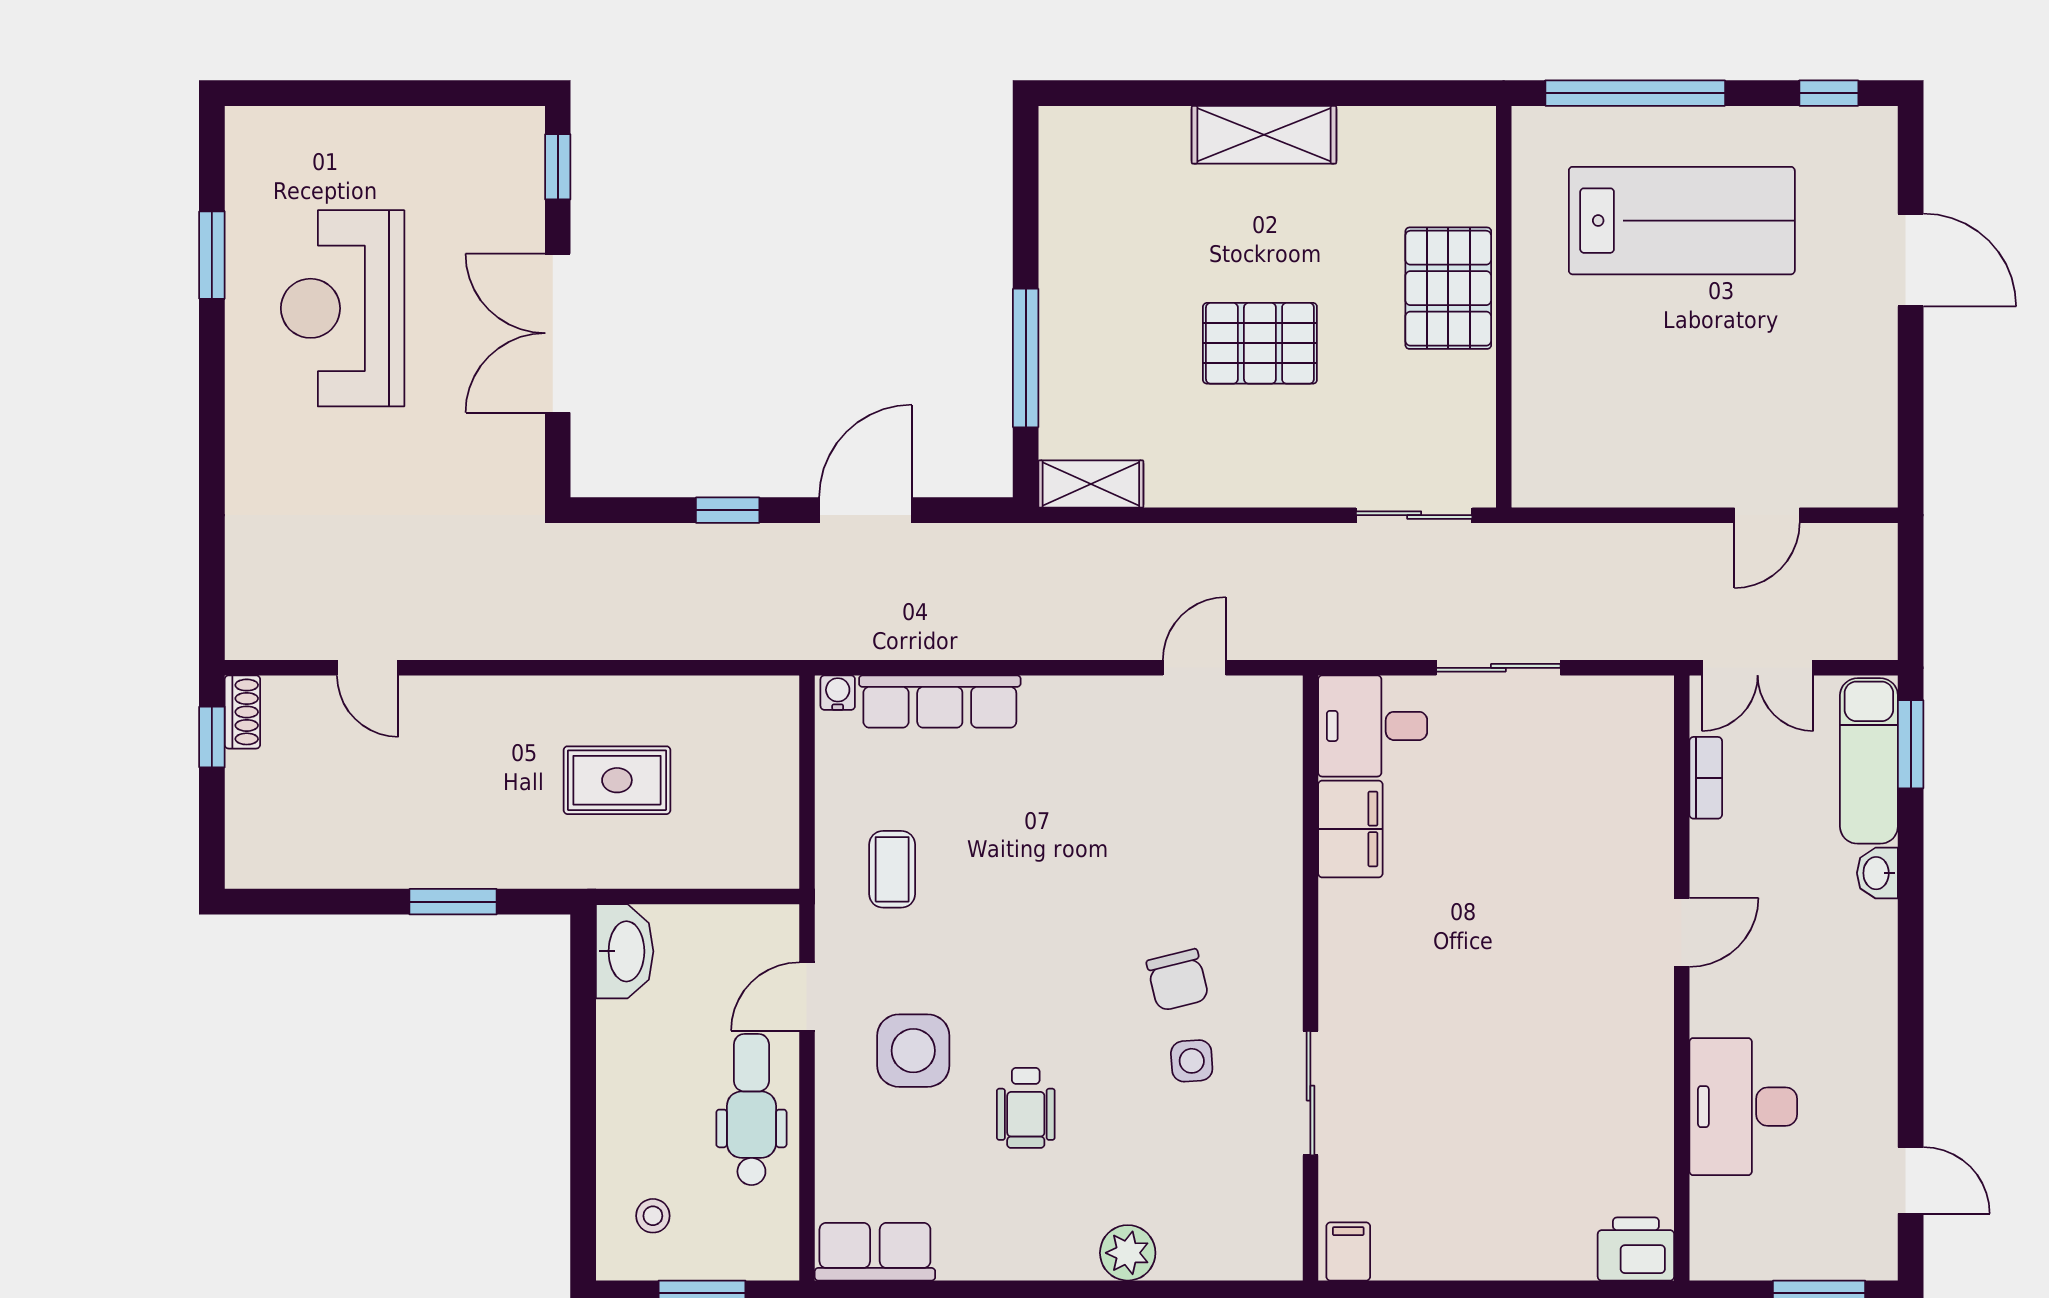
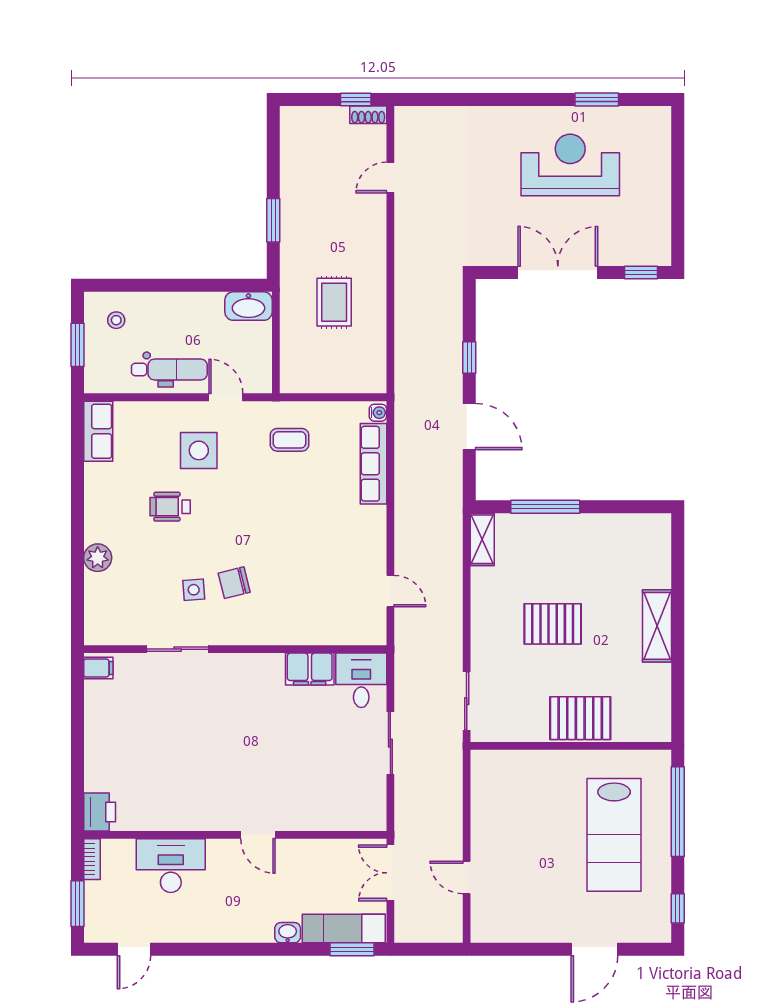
pallet: (1260, 343) -> (553, 624), turned 90
bookcase: (1706, 778) -> (92, 859), moved, turned -90

